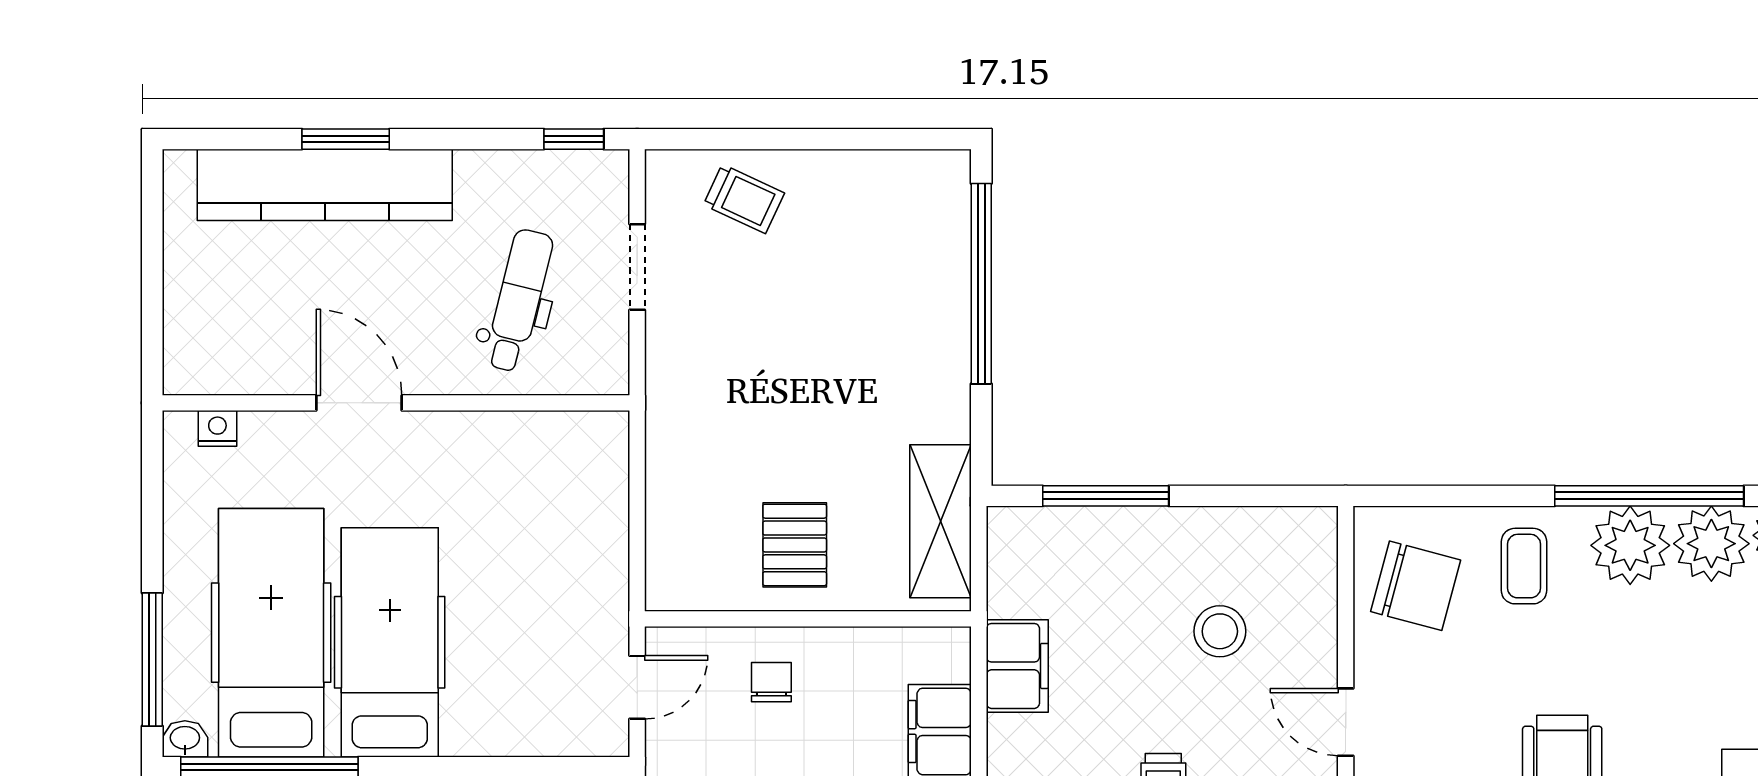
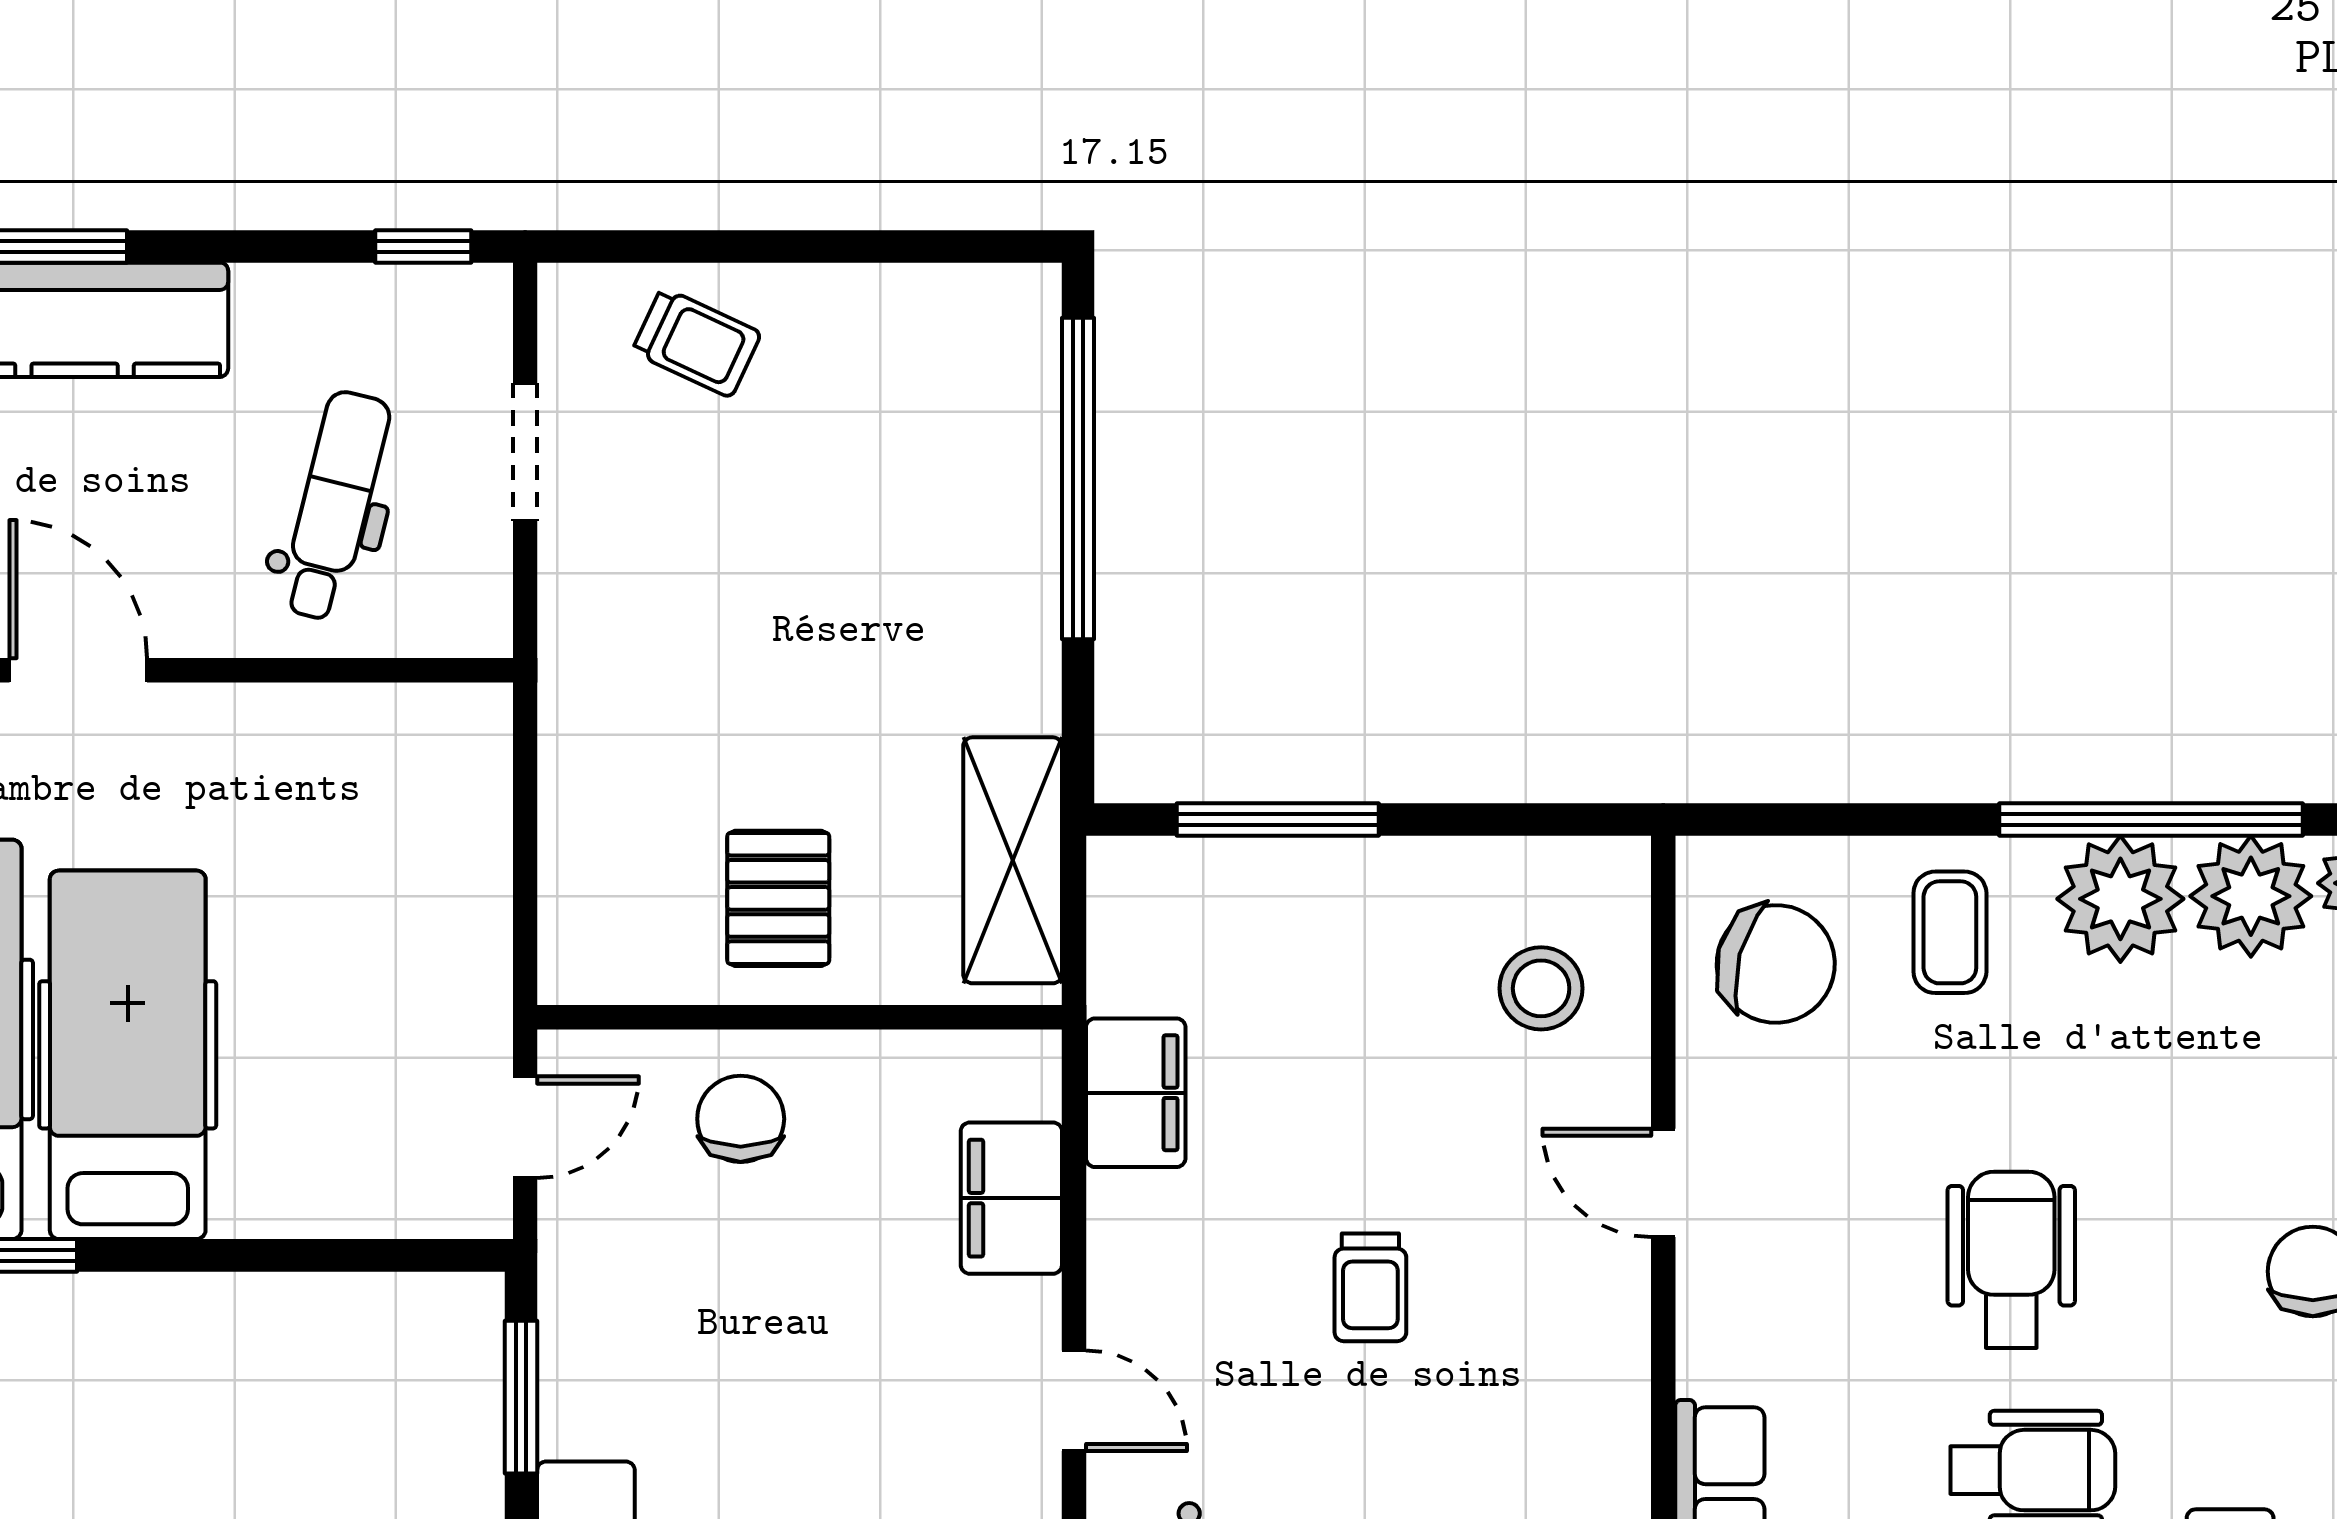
stool: (1220, 631) -> (1541, 988), moved
chair: (771, 682) -> (741, 1119), width x1.37, depth x1.37

